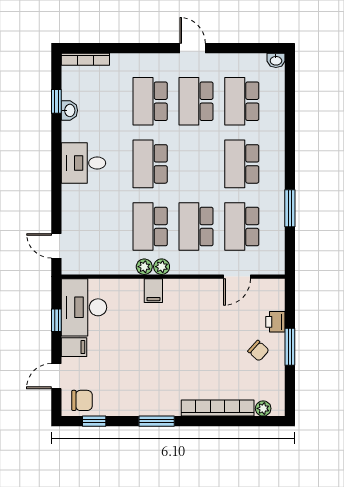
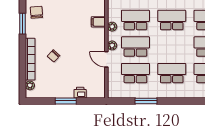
plant: (144, 267) -> (112, 45), moved
door: (237, 277) -> (106, 59), moved
chair: (258, 351) -> (54, 56), moved
chair: (137, 397) -> (36, 12), added

